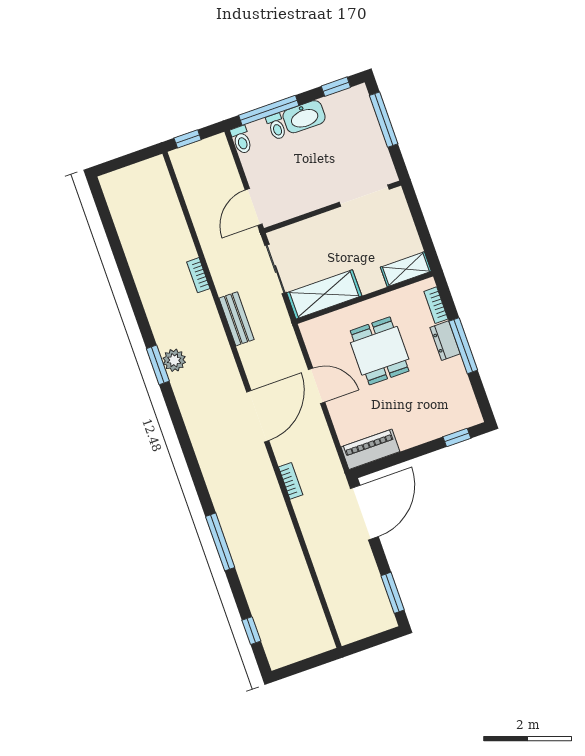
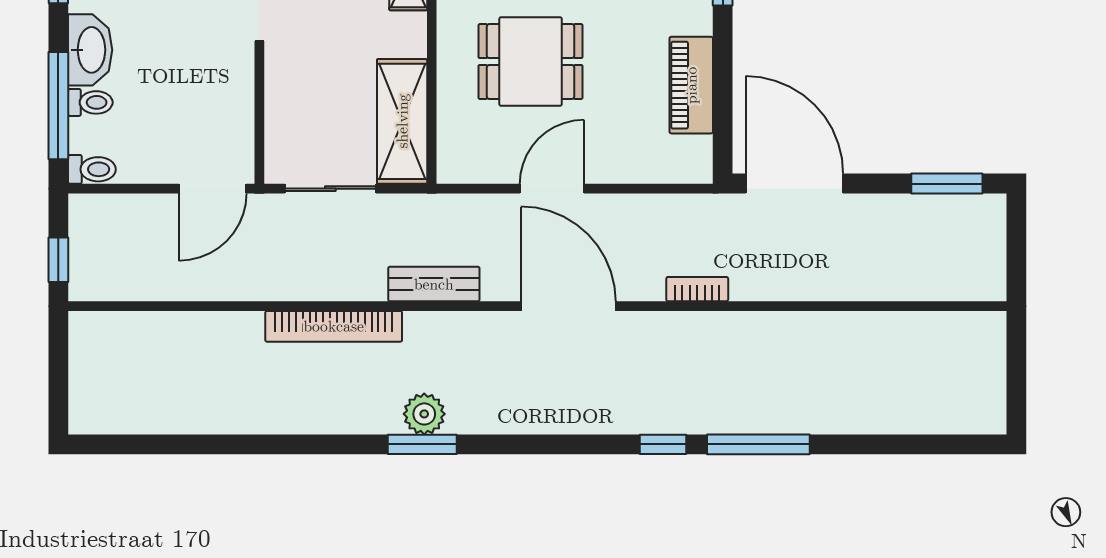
door: (254, 207) -> (213, 189), hinge flipped
bookcase: (198, 275) -> (334, 326), width x2.31, depth x1.31
bench: (237, 319) -> (434, 284), moved
piano: (370, 449) -> (691, 85), moved
window: (251, 631) -> (663, 444), moved

